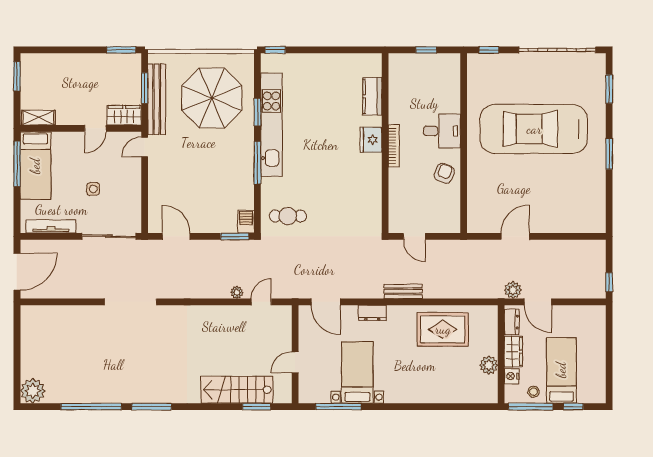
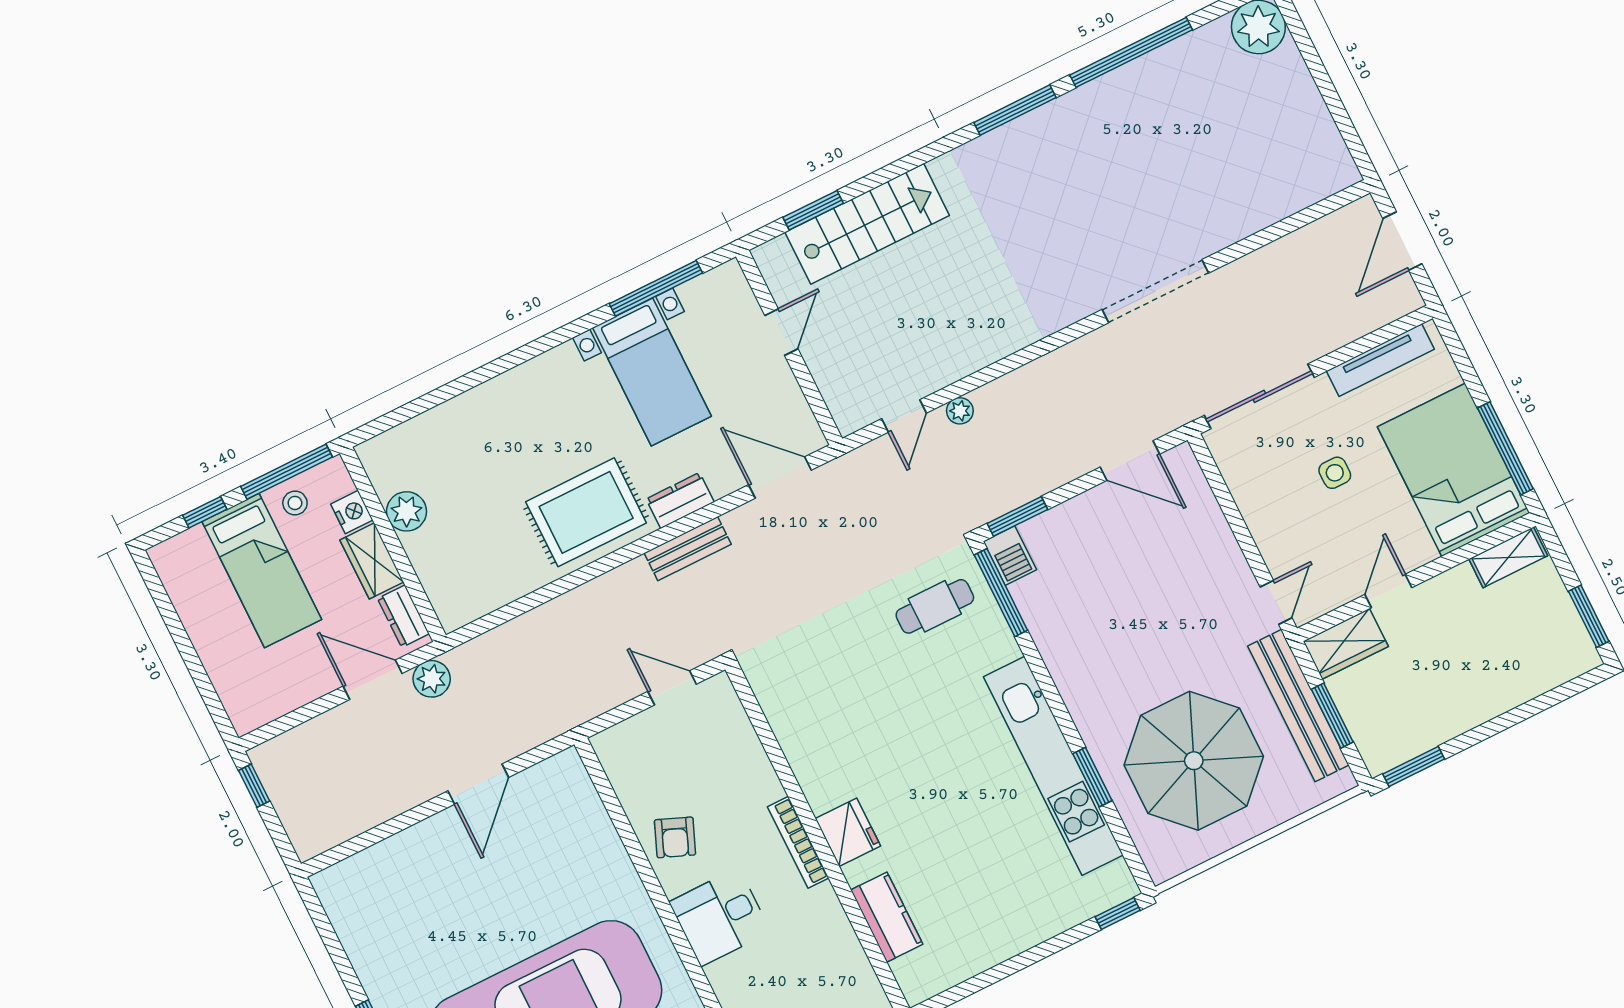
window: (257, 163) -> (1001, 593), moved
bed: (35, 166) -> (1454, 470), width x1.50
door: (17, 272) -> (1402, 241), width x0.73
bench: (403, 291) -> (688, 549), moved
rug: (443, 329) -> (586, 512), moved

